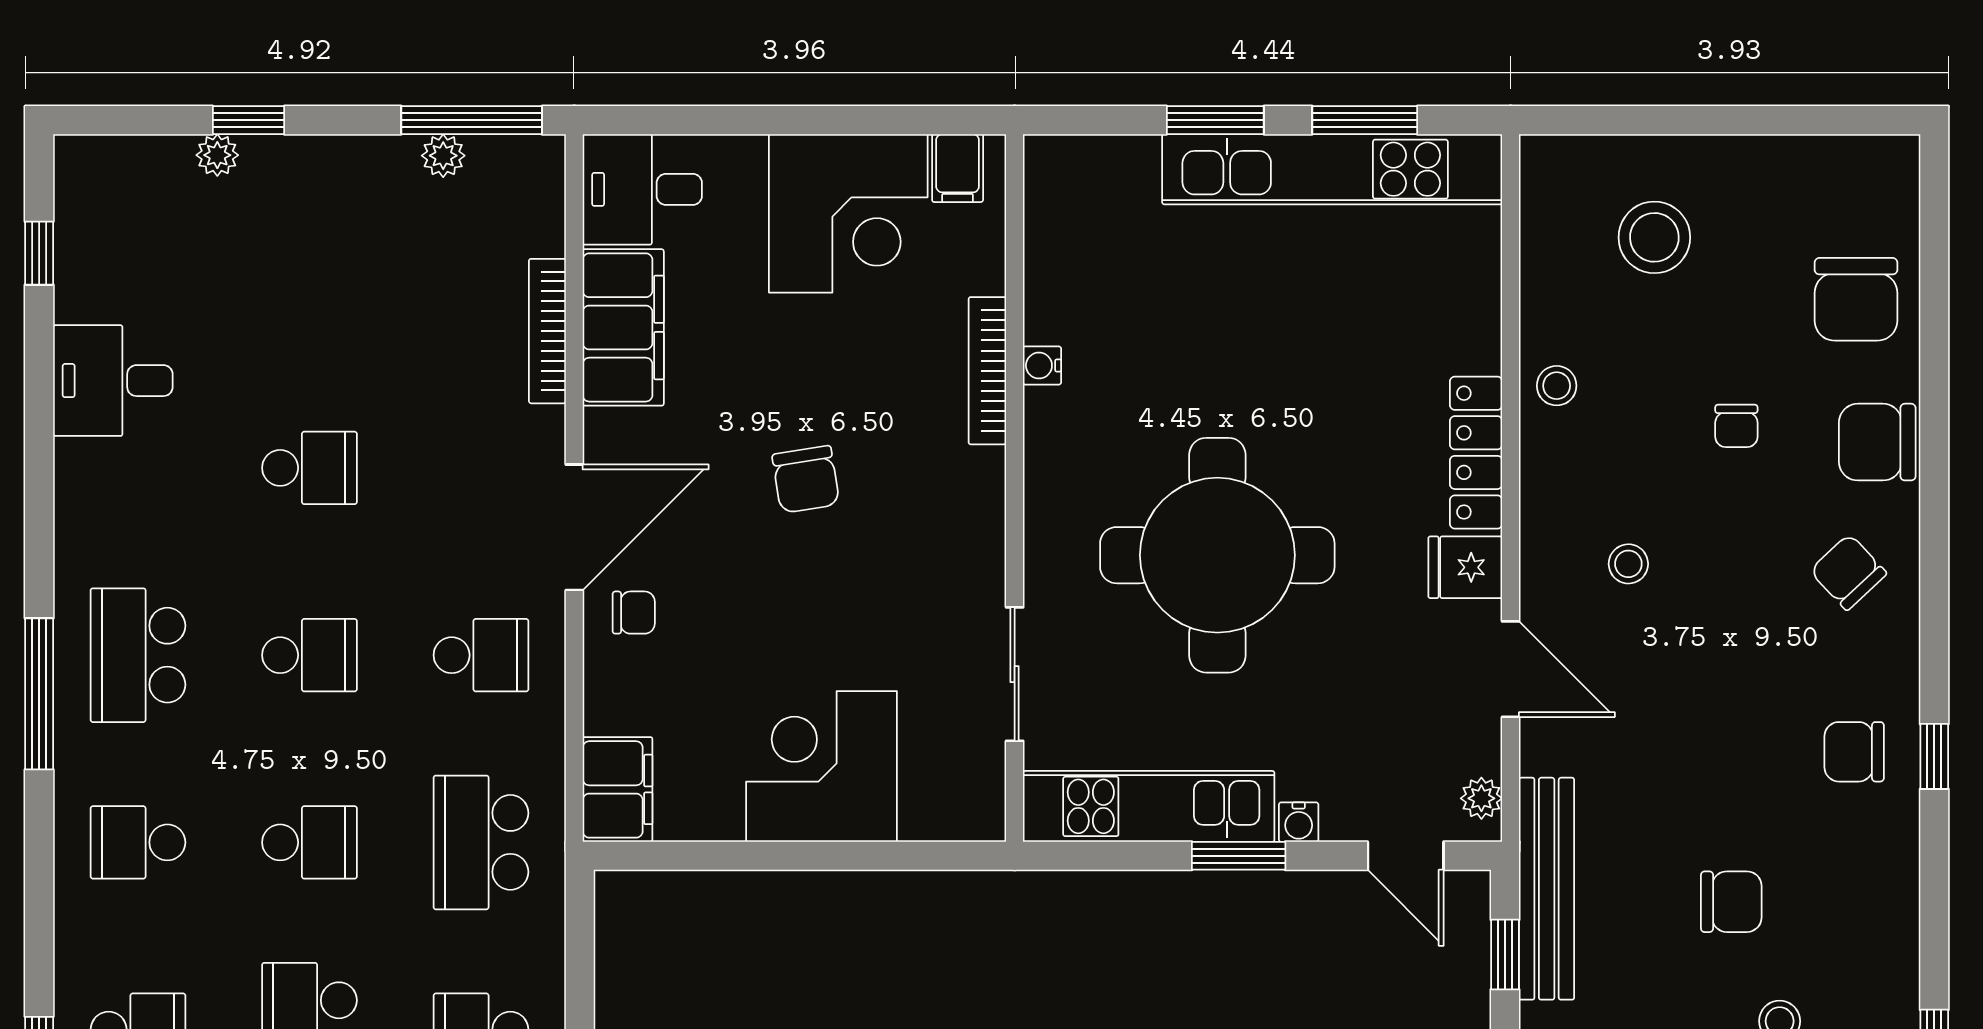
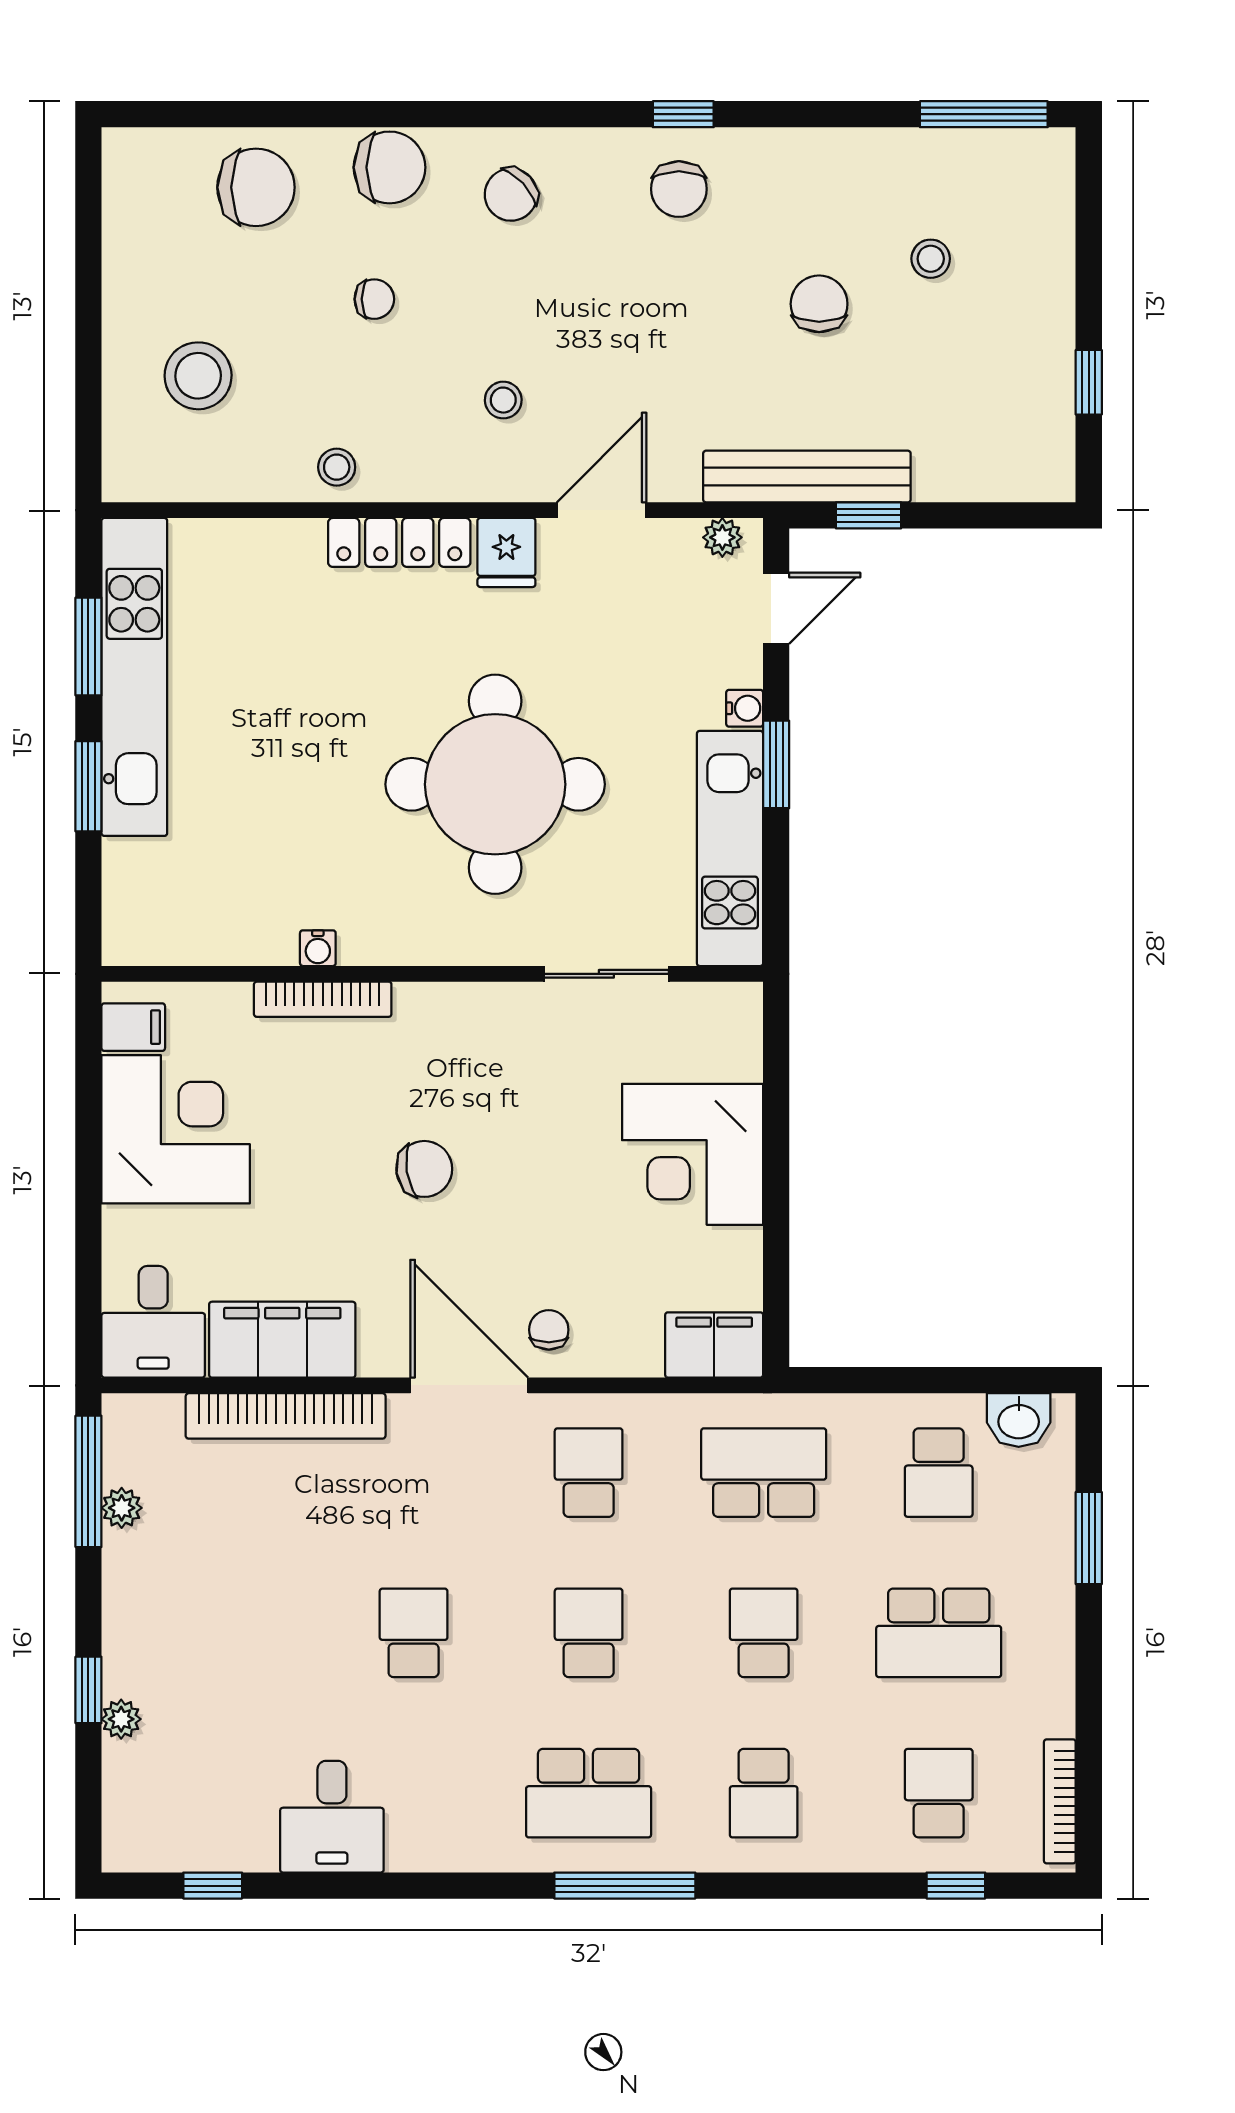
bookcase: (547, 331) -> (286, 1416), width x1.48, depth x1.31
chair: (1877, 442) -> (389, 167), turned -90
school desk: (481, 842) -> (764, 1473), turned 180

